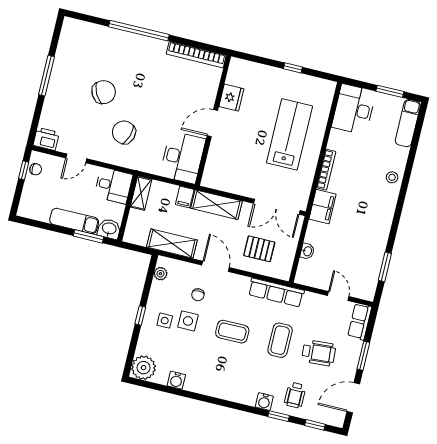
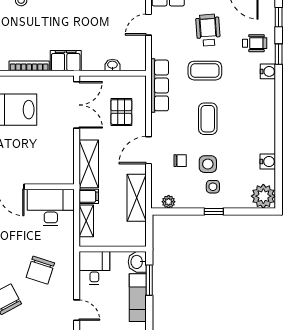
shelving: (141, 193) -> (86, 221), moved, turned 90

